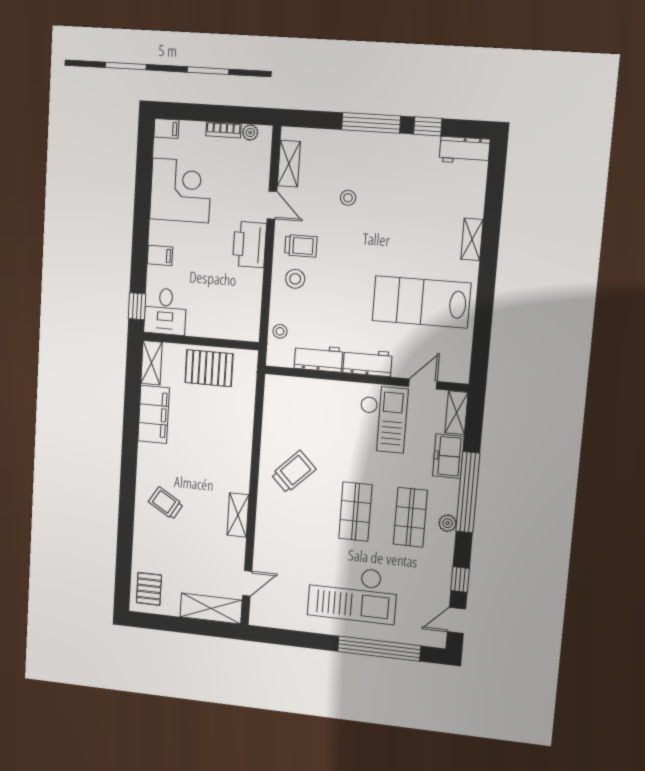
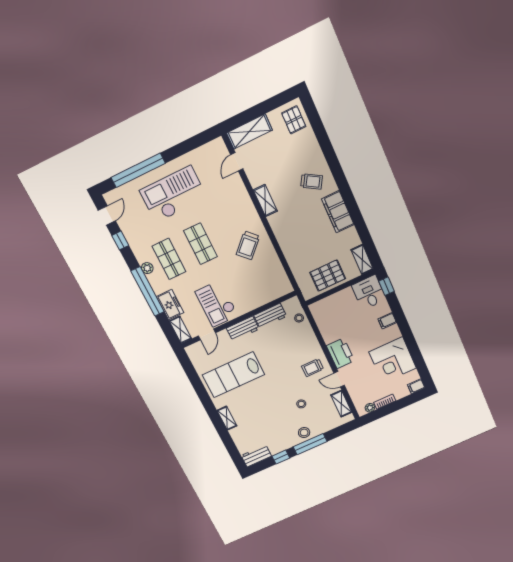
stool: (295, 279) -> (304, 433), moved
lab bench: (421, 302) -> (233, 375), turned 180
filing cabinet: (154, 414) -> (338, 212), moved

